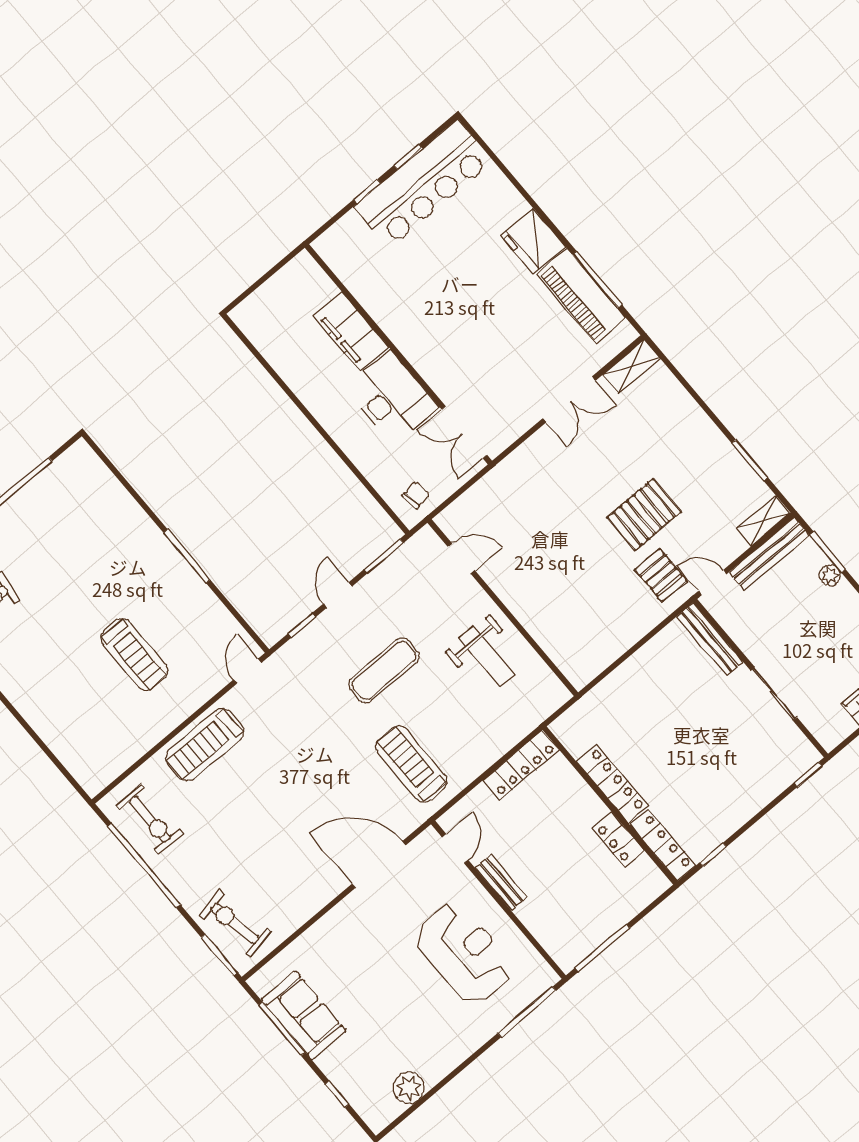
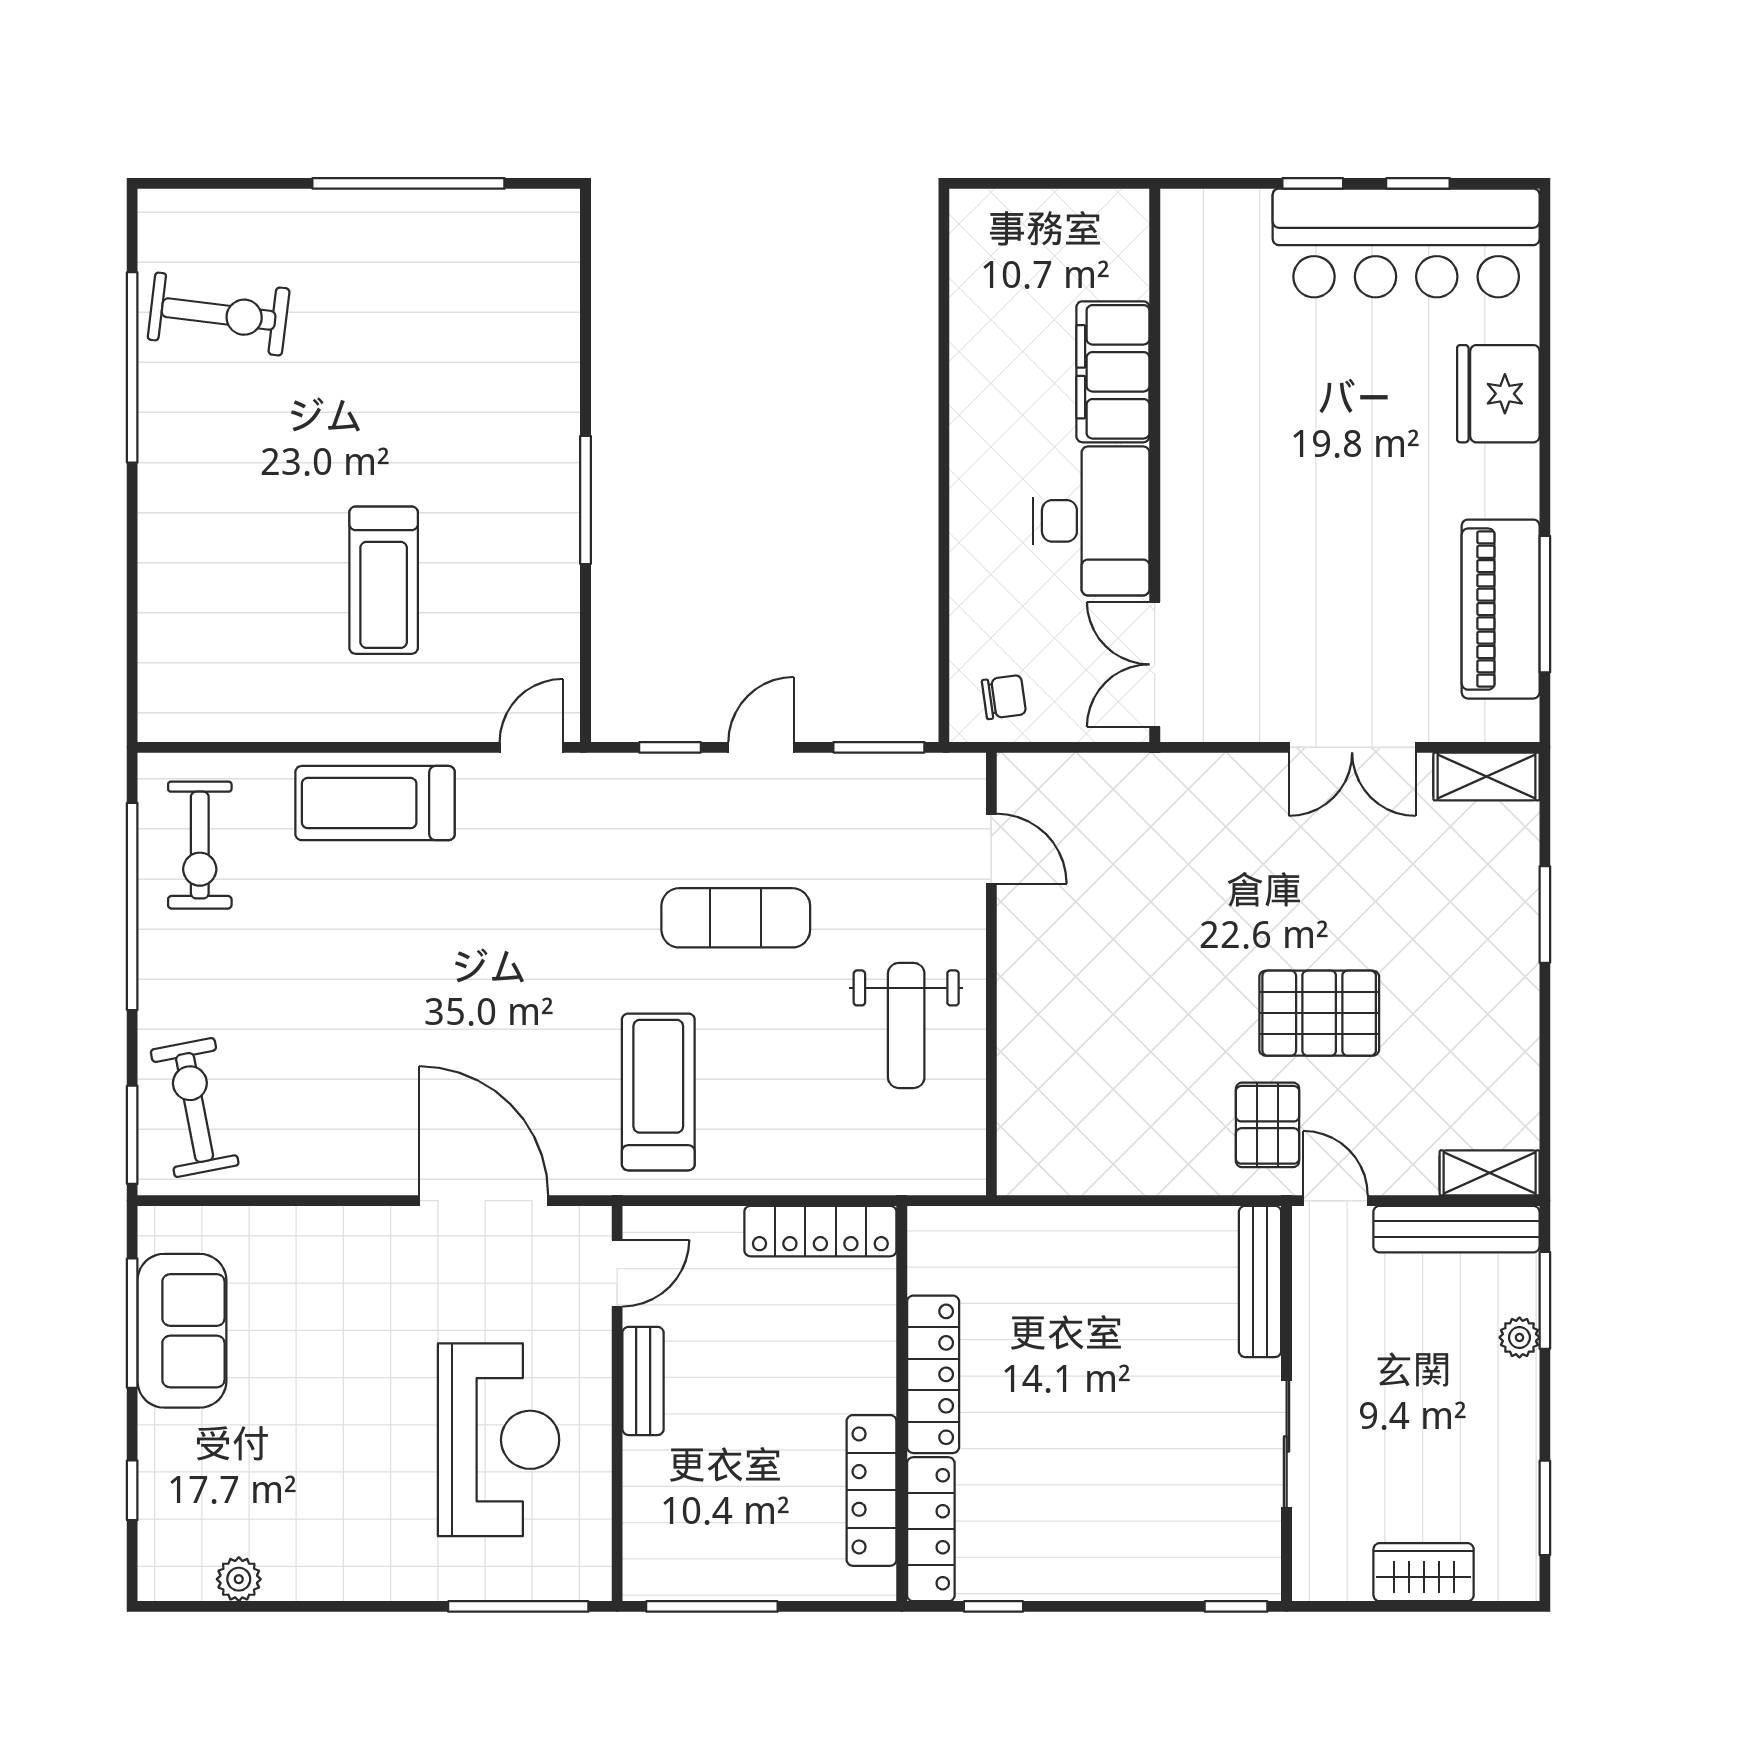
fridge: (533, 241) -> (1498, 394), moved
window: (750, 460) -> (1545, 914), moved
locker: (618, 839) -> (872, 1490), width x1.53
plant: (409, 1088) -> (239, 1579), width x0.73, depth x0.73

